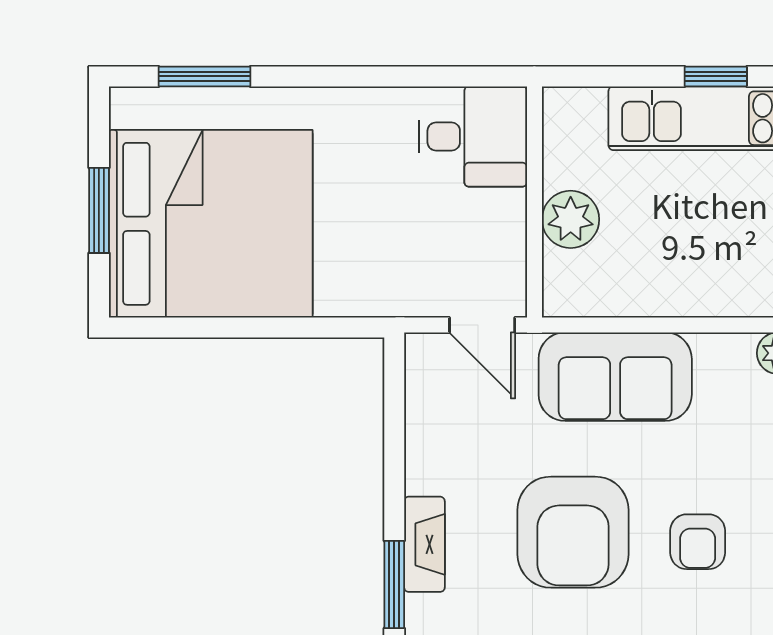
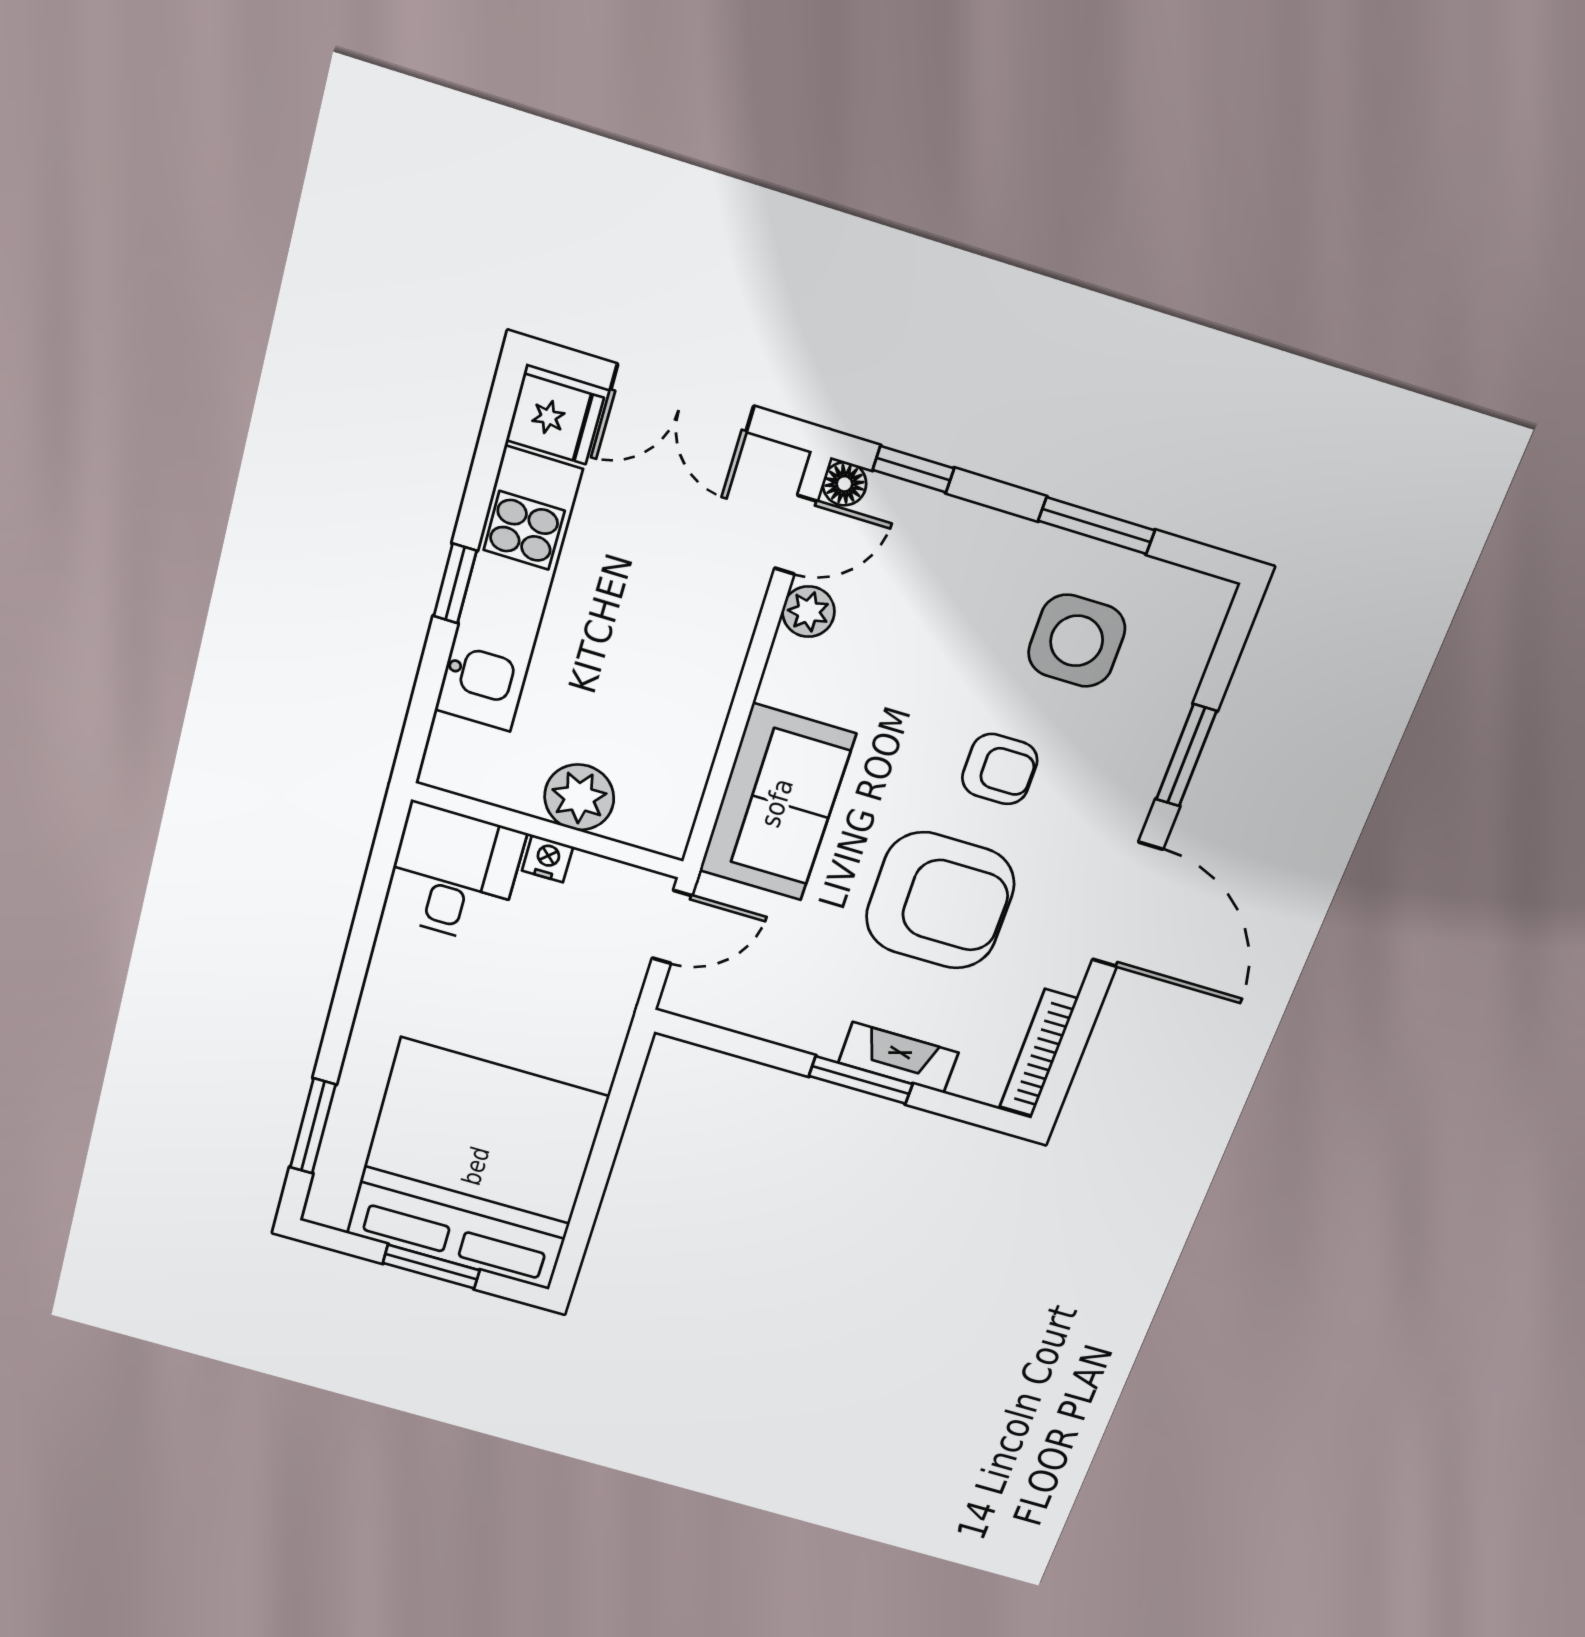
nightstand: (510, 209) -> (548, 859), added
window: (394, 584) -> (861, 1080), moved

